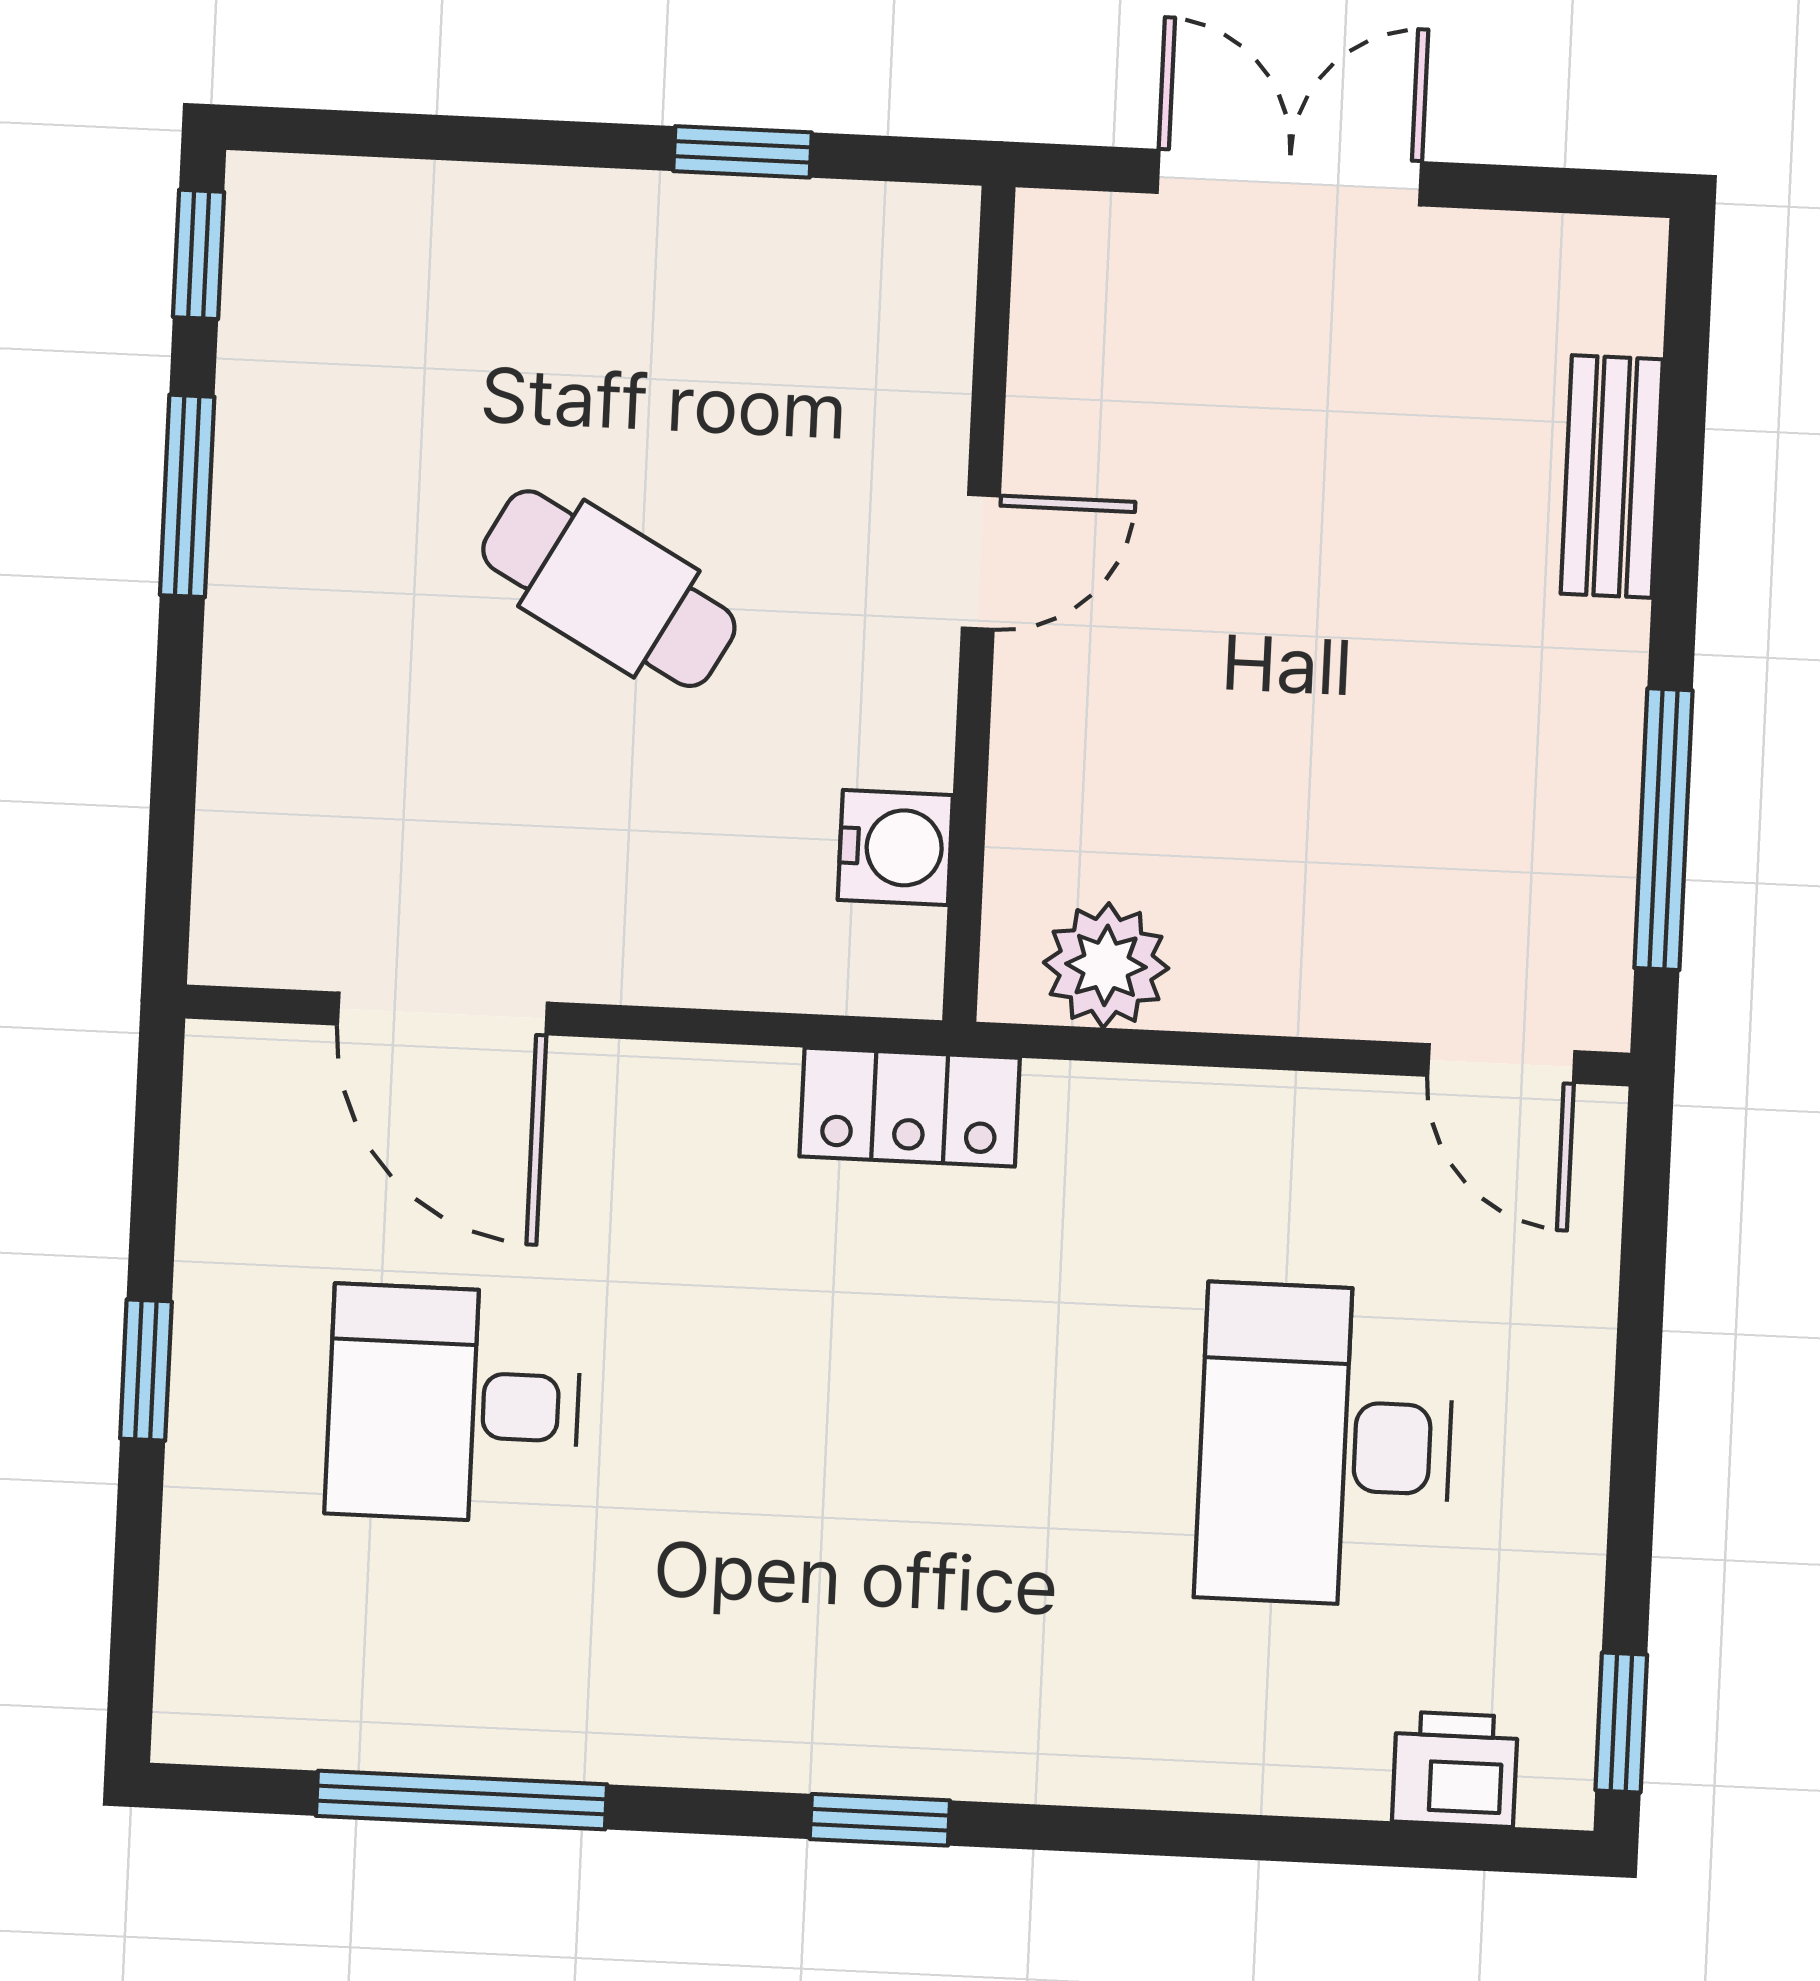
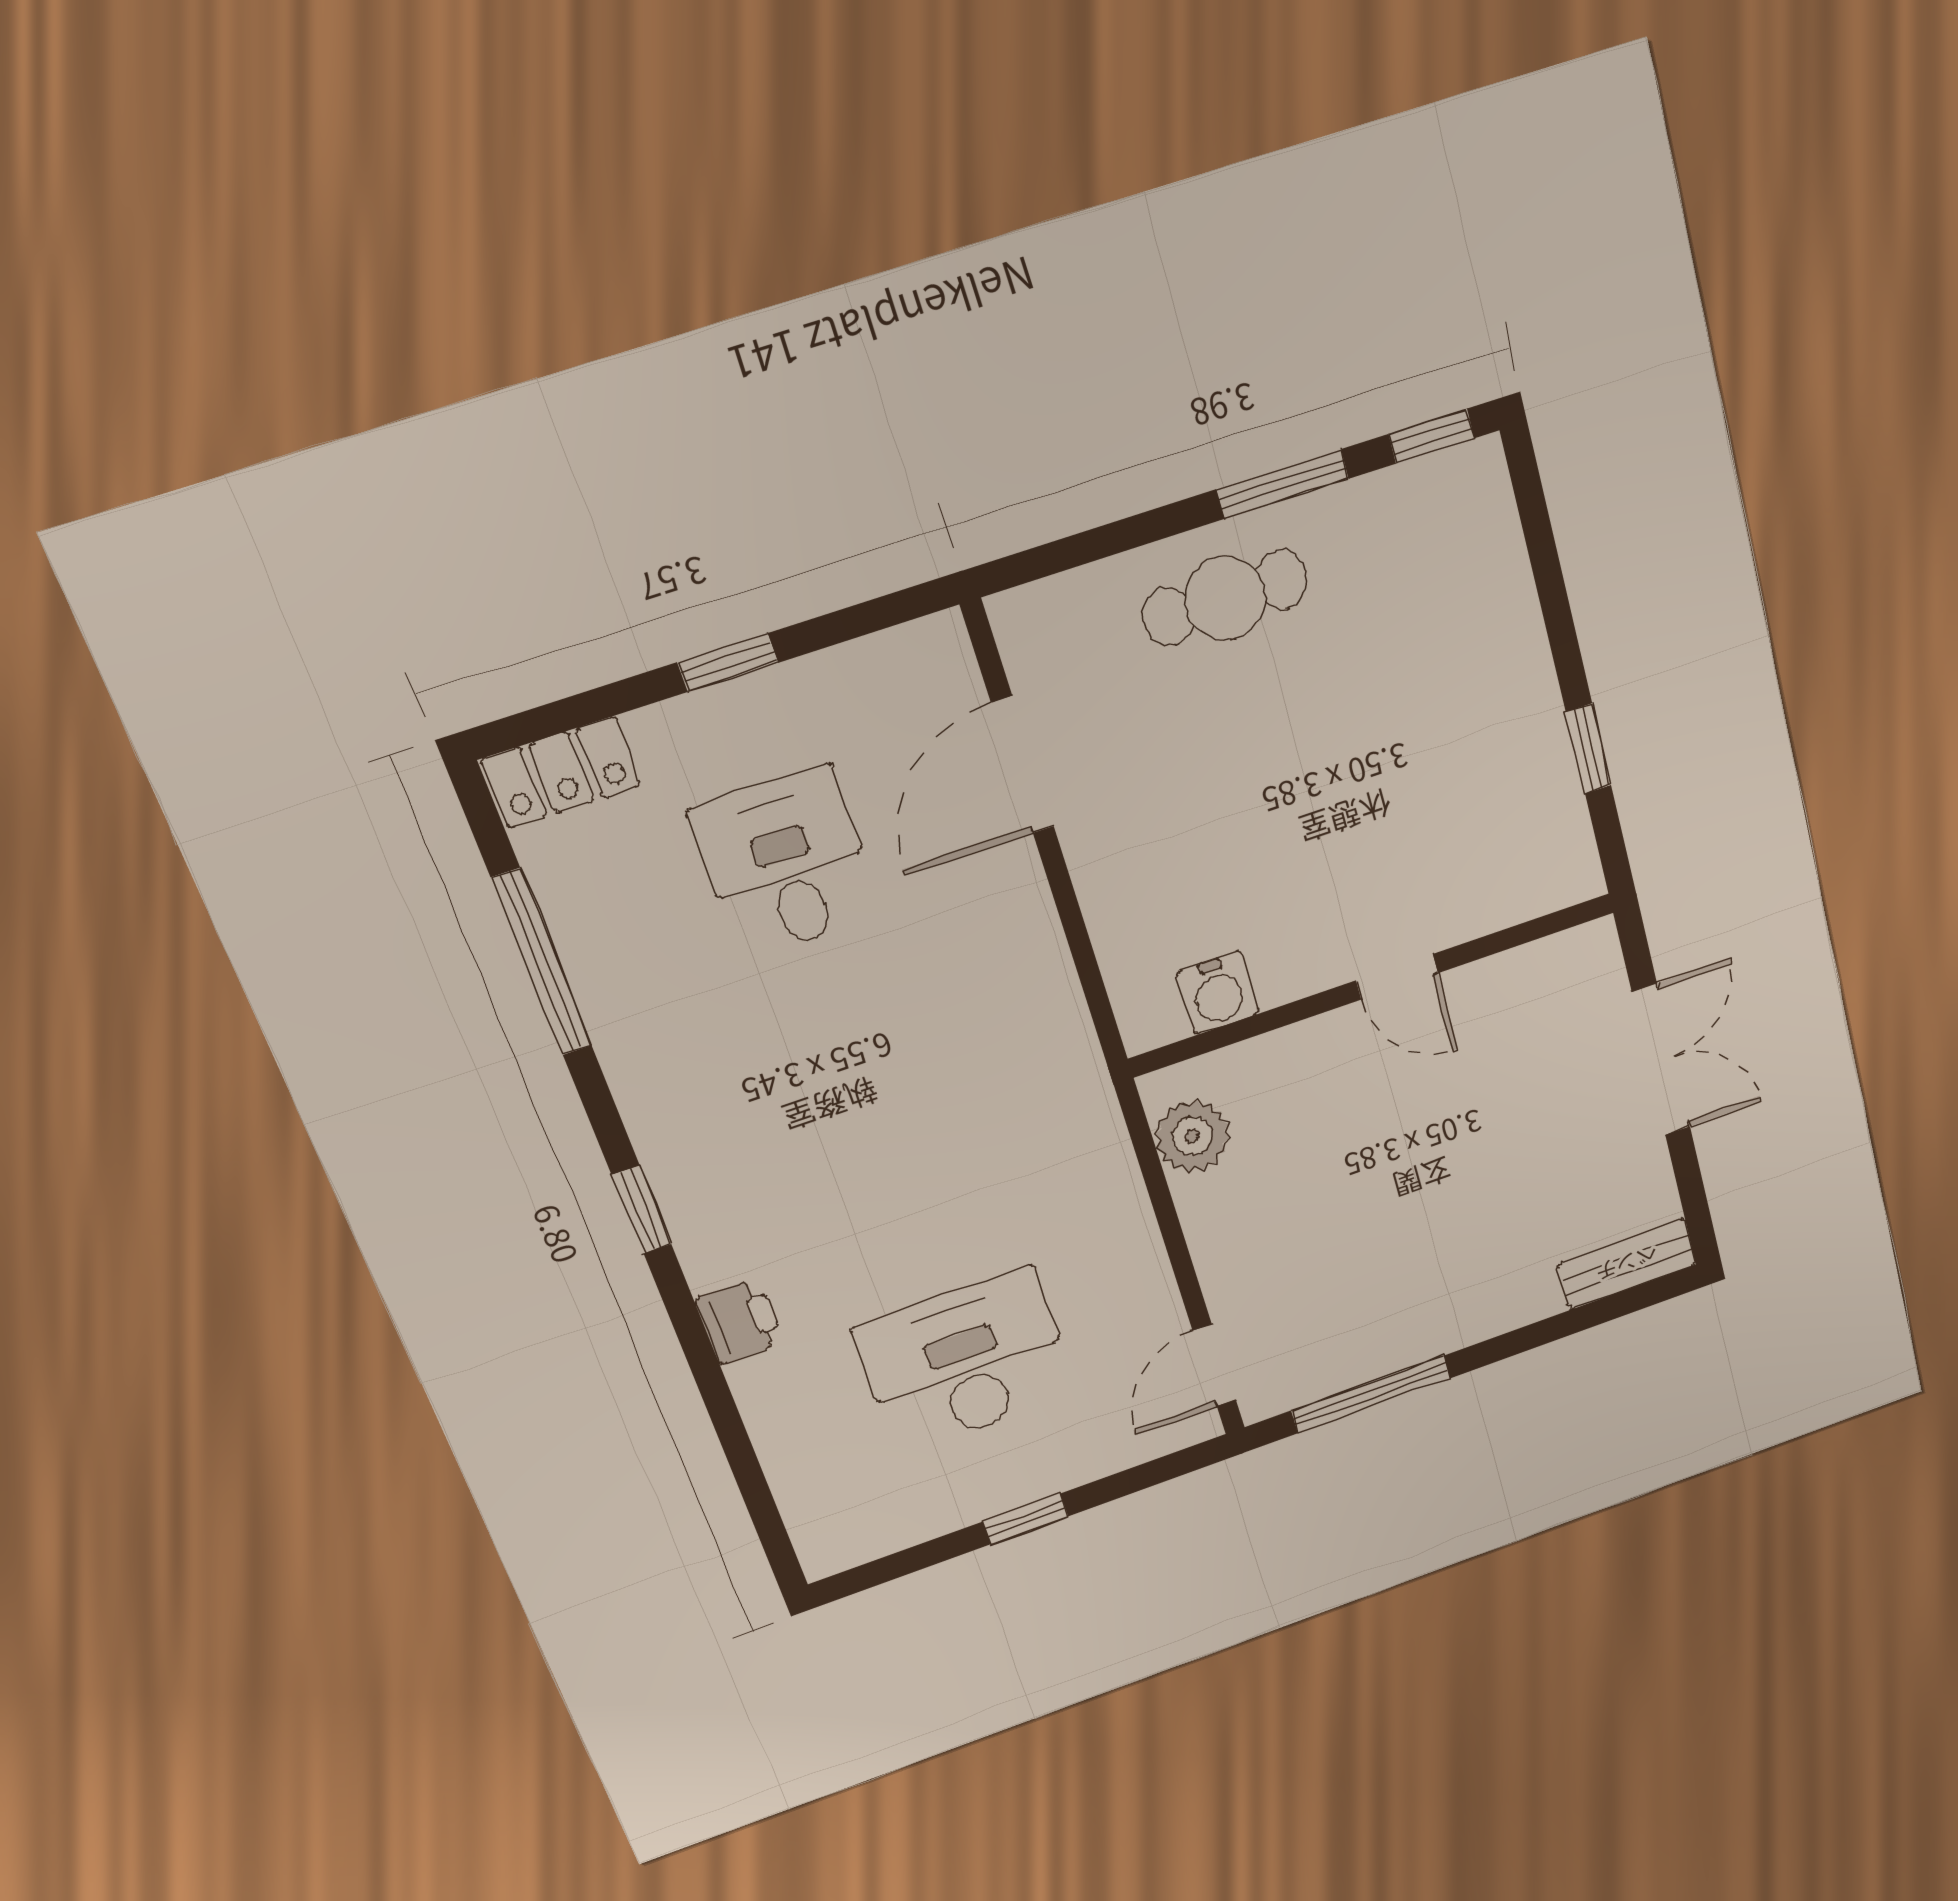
bench: (1612, 477) -> (1627, 1264), moved
cafe table: (609, 589) -> (1225, 598), moved, turned 61
locker: (910, 1107) -> (562, 772), moved, turned -90
window: (1621, 1722) -> (1025, 1519), moved
printer: (1455, 1769) -> (740, 1321), moved

